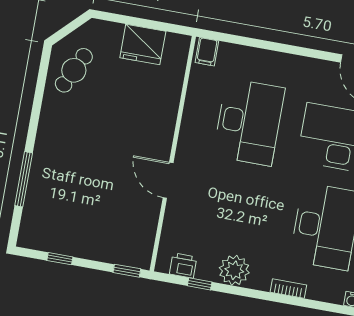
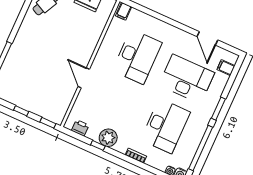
window: (60, 259) -> (21, 111), moved
window: (200, 284) -> (98, 145), moved

